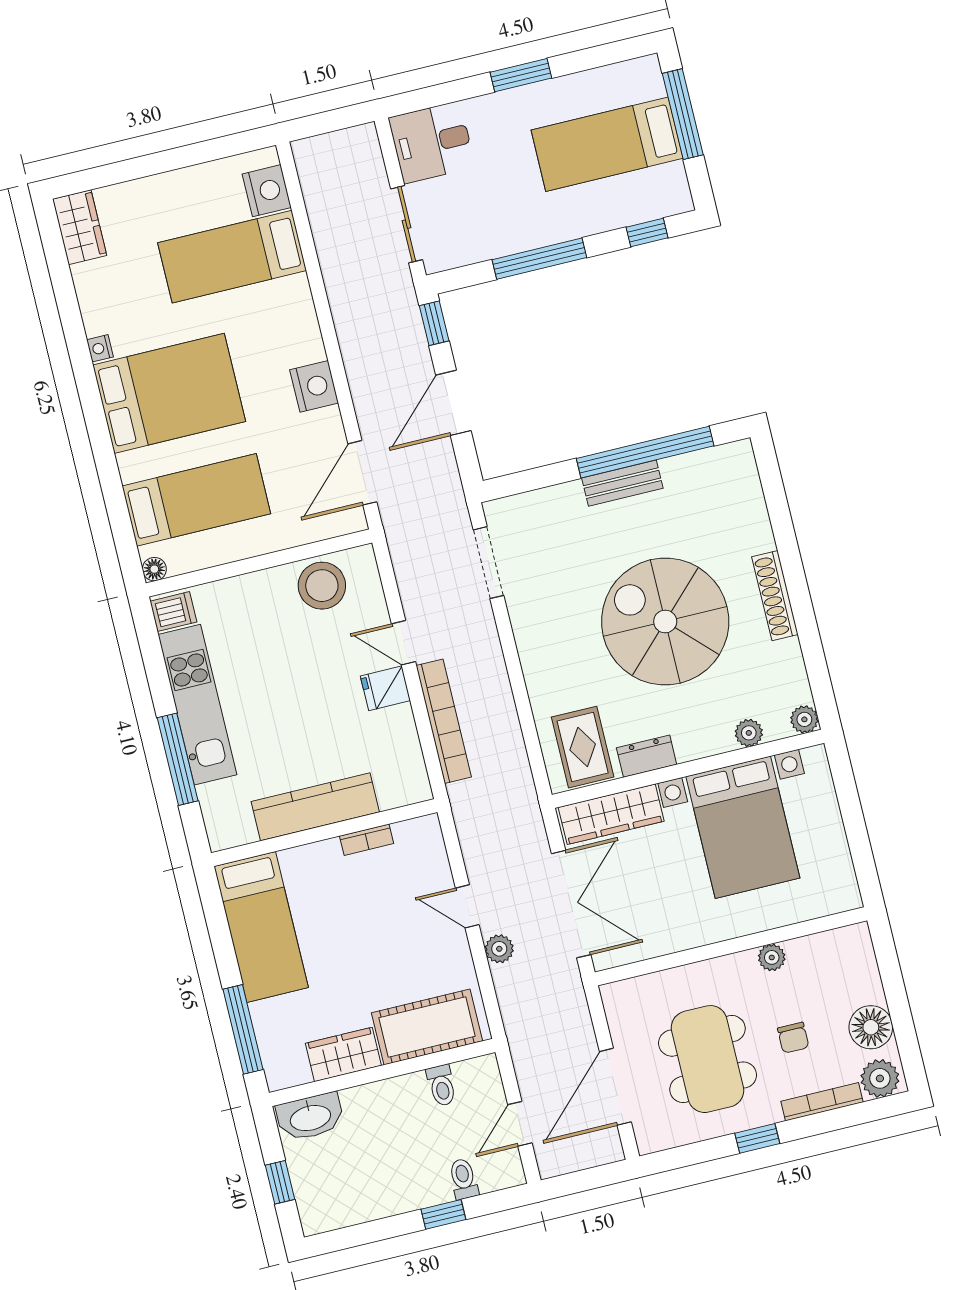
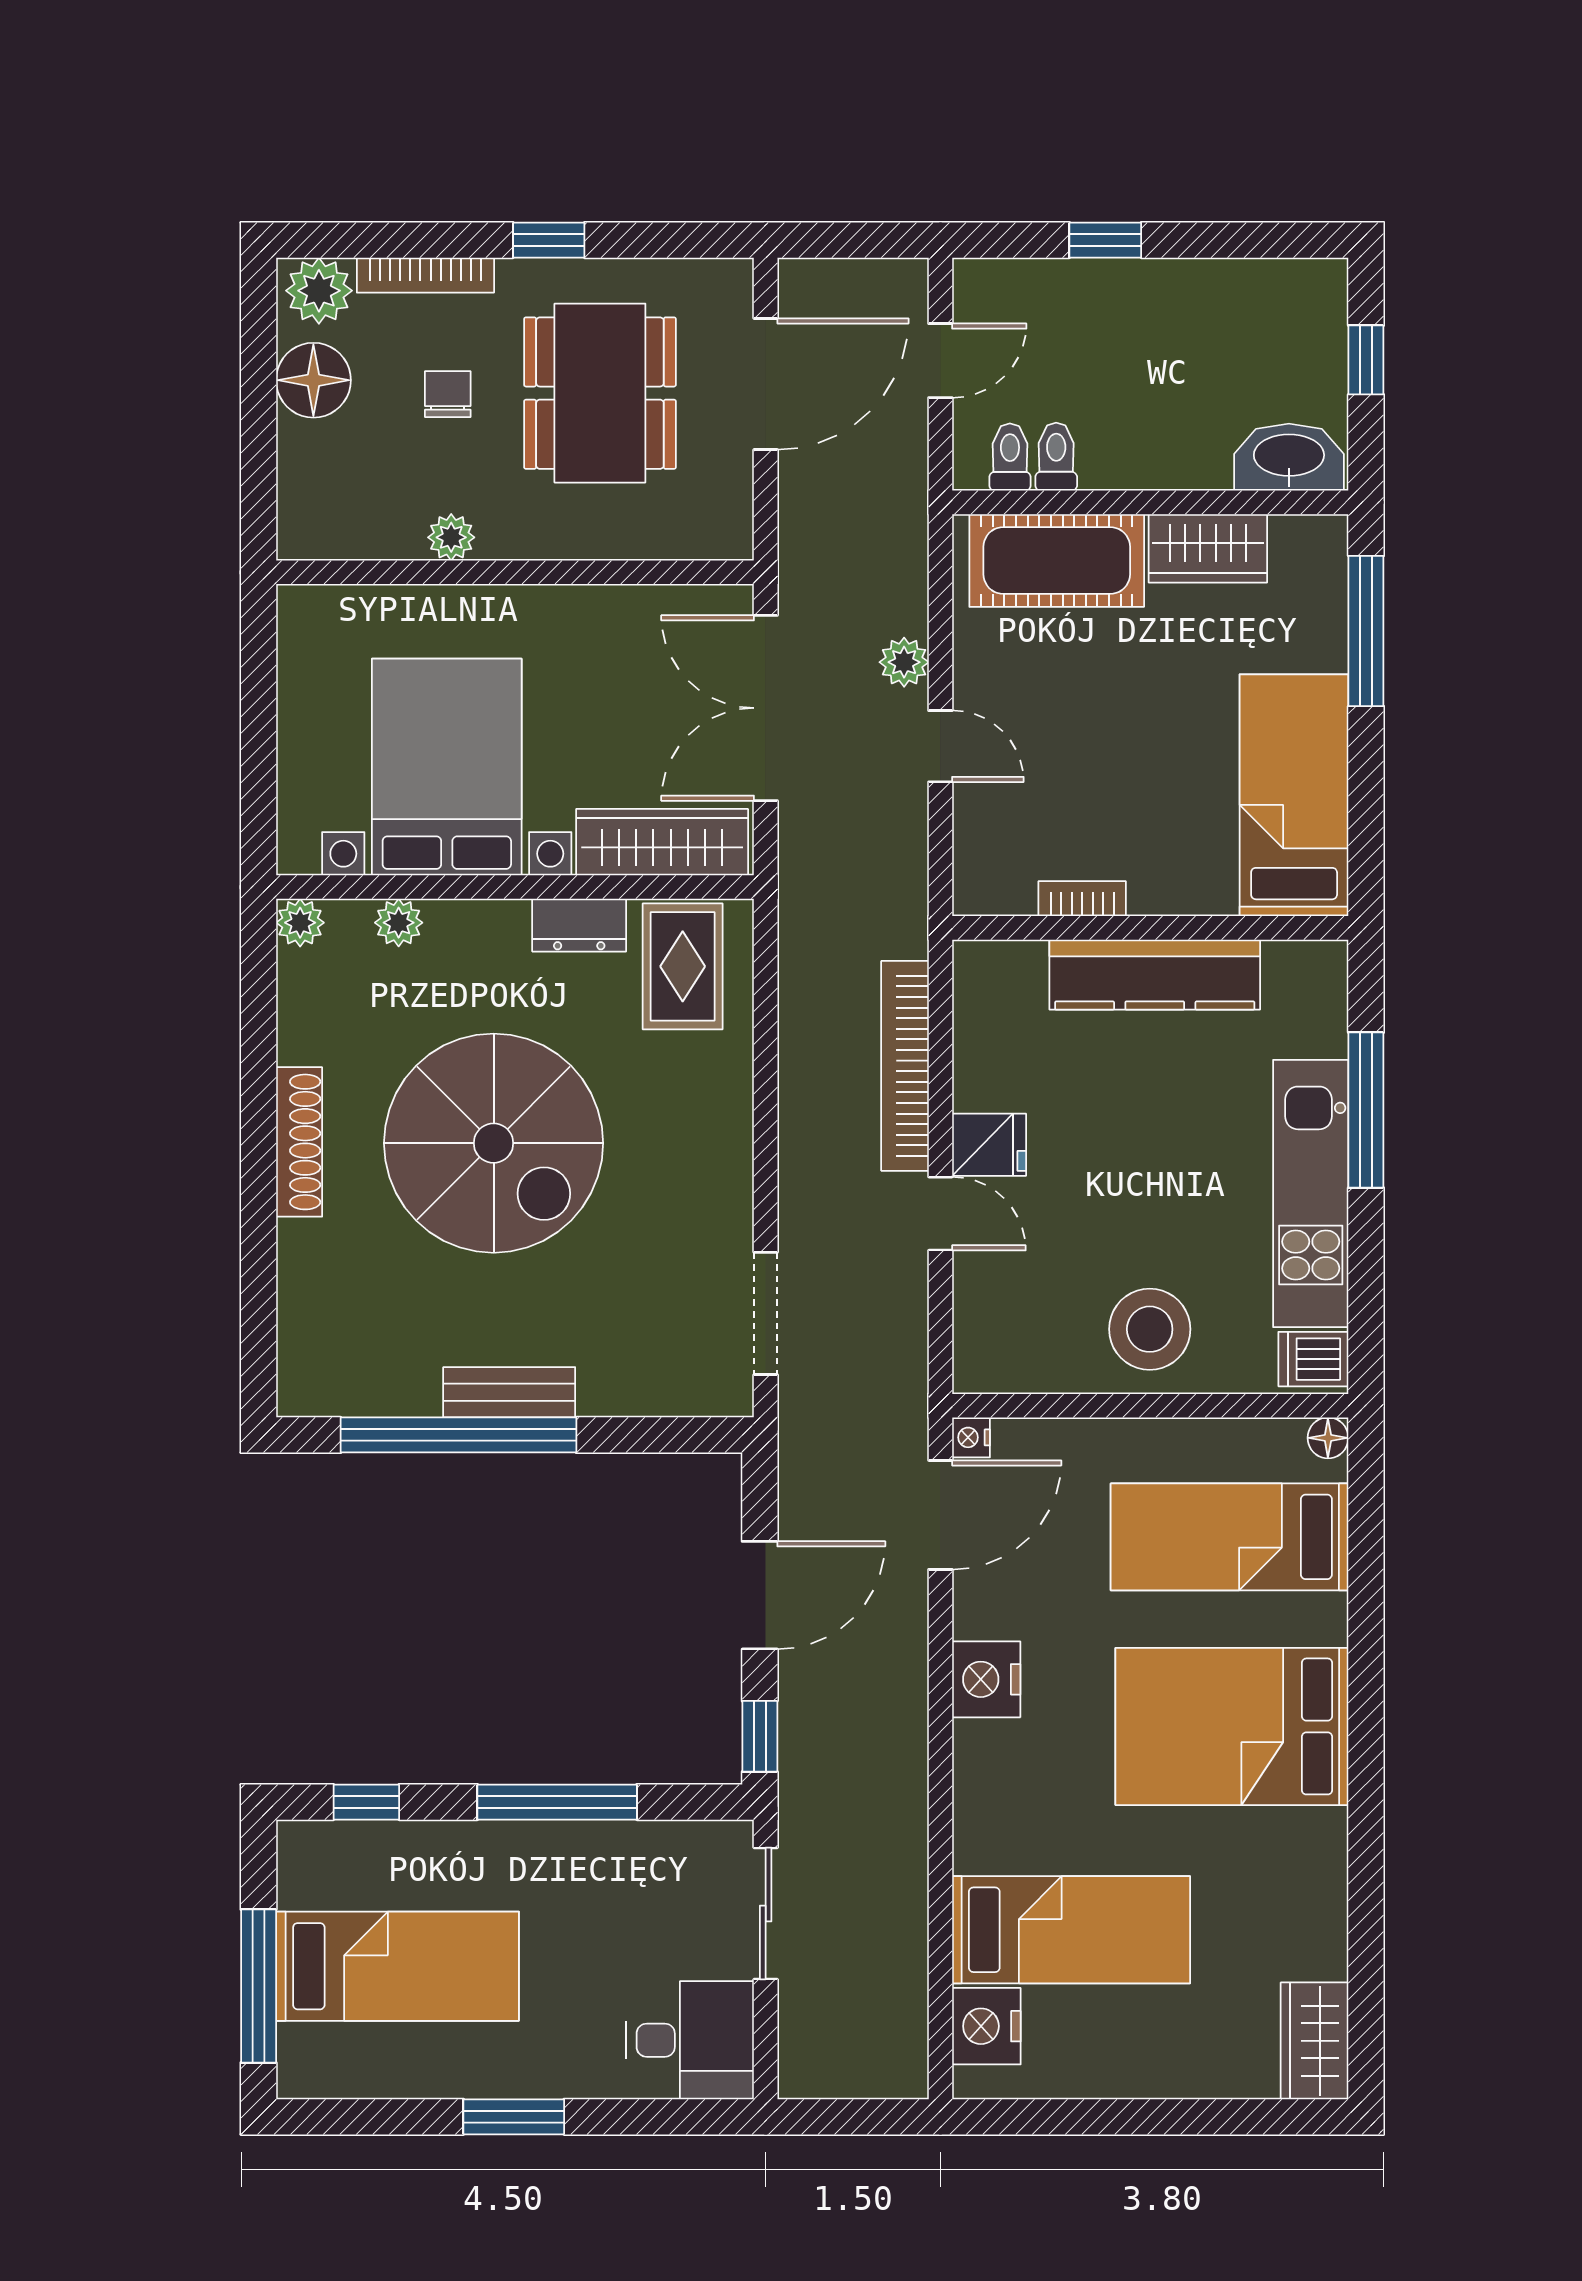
nightstand: (100, 348) -> (971, 1437), moved, turned 180
stool: (322, 586) -> (1150, 1329), moved
toilet: (463, 1179) -> (1010, 457), moved, turned 180

